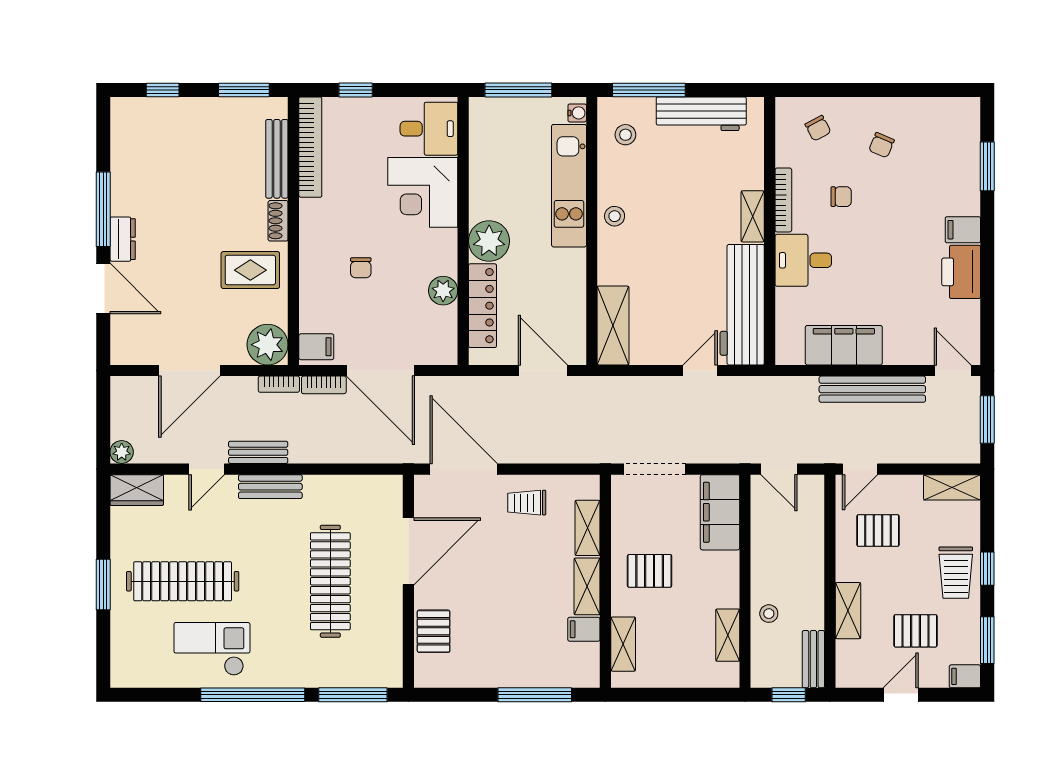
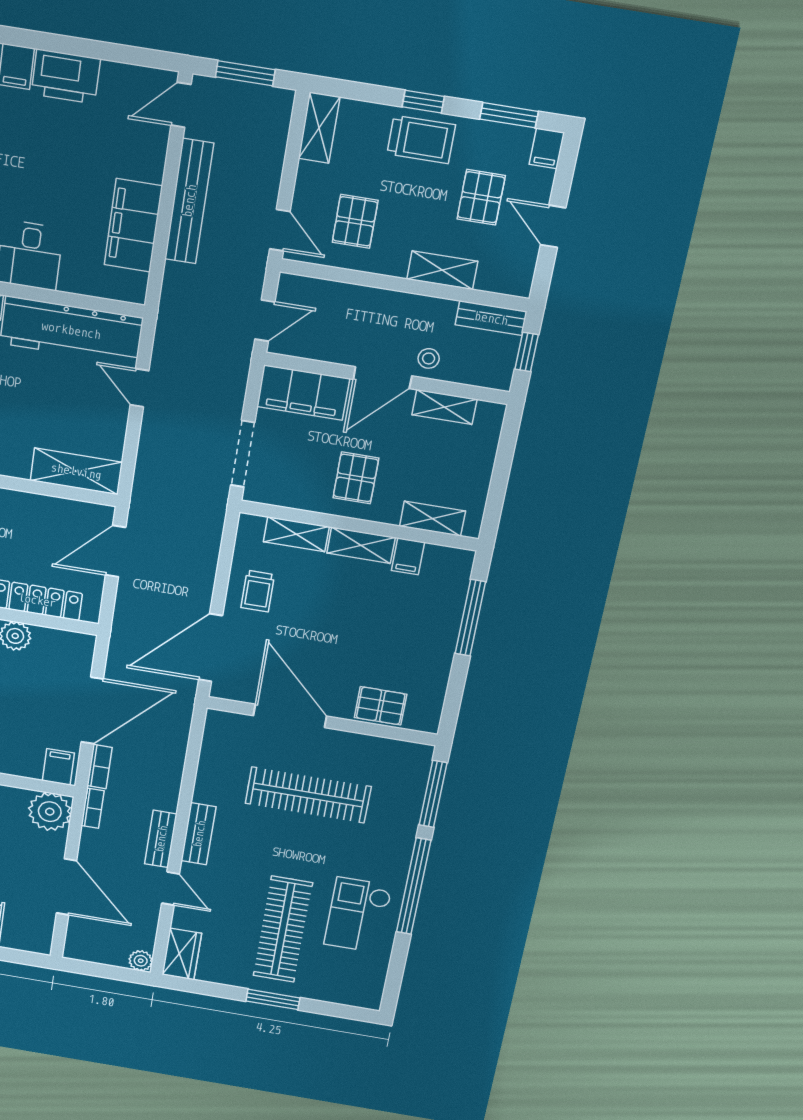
door: (745, 578) -> (382, 378), added

